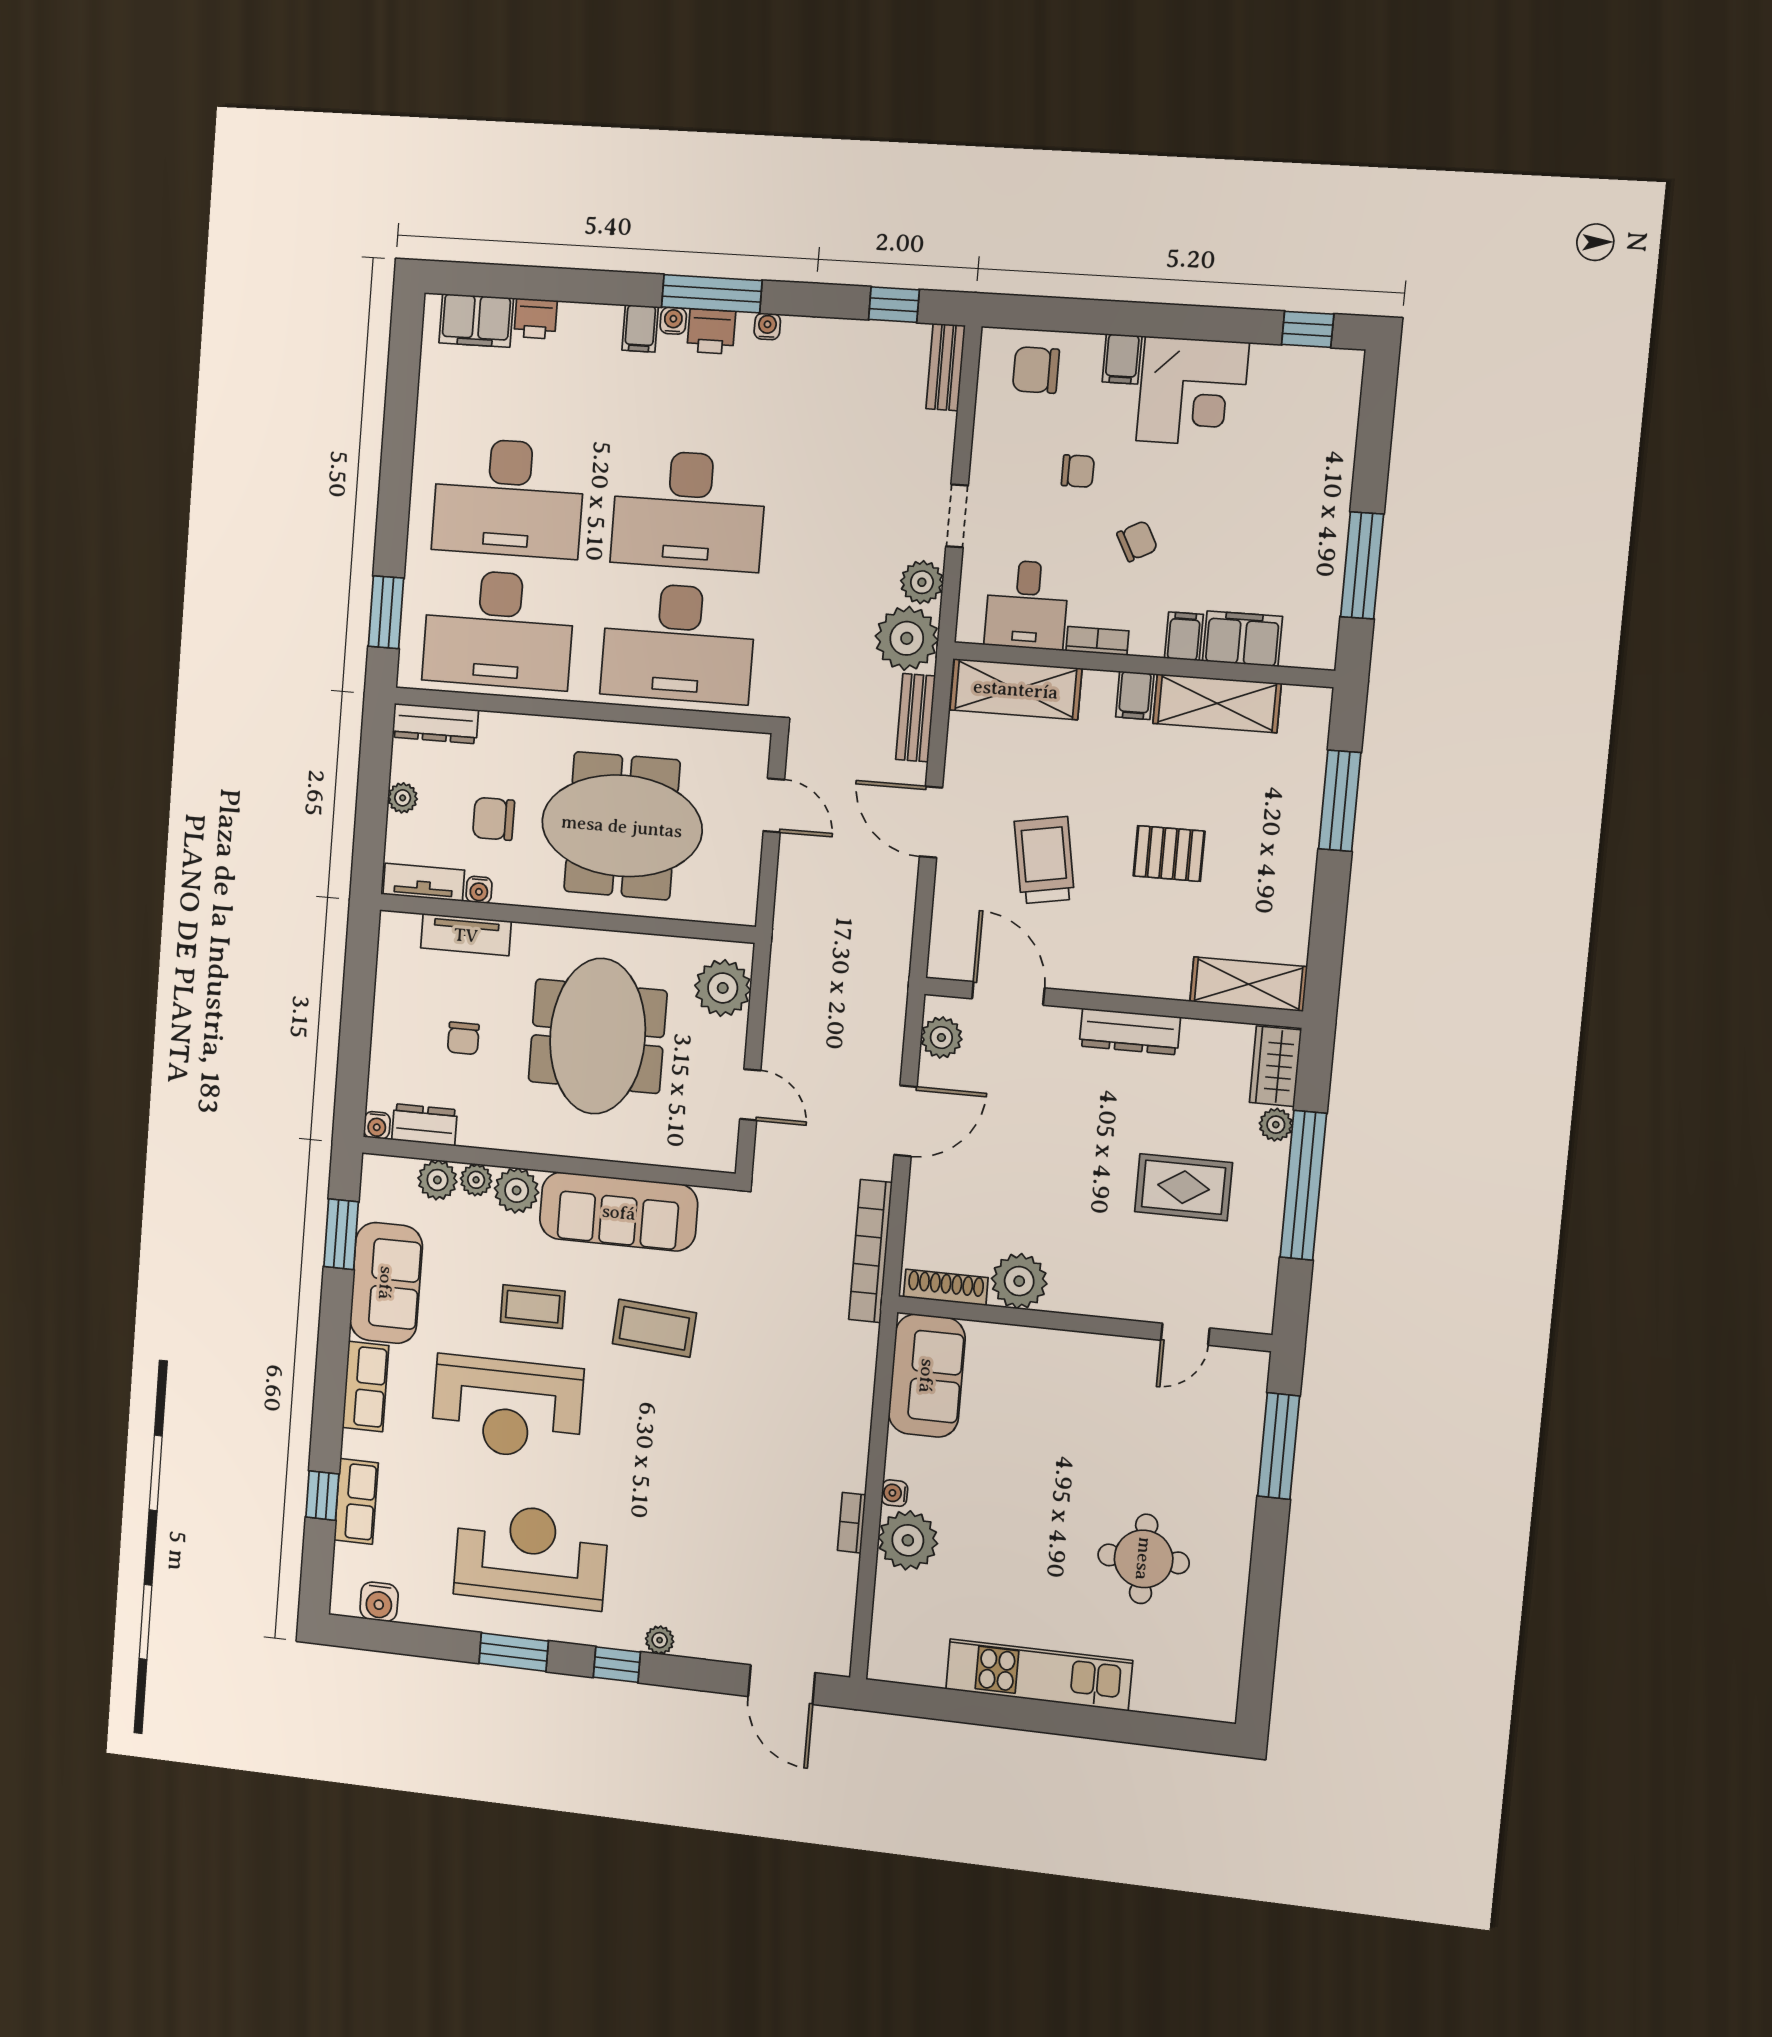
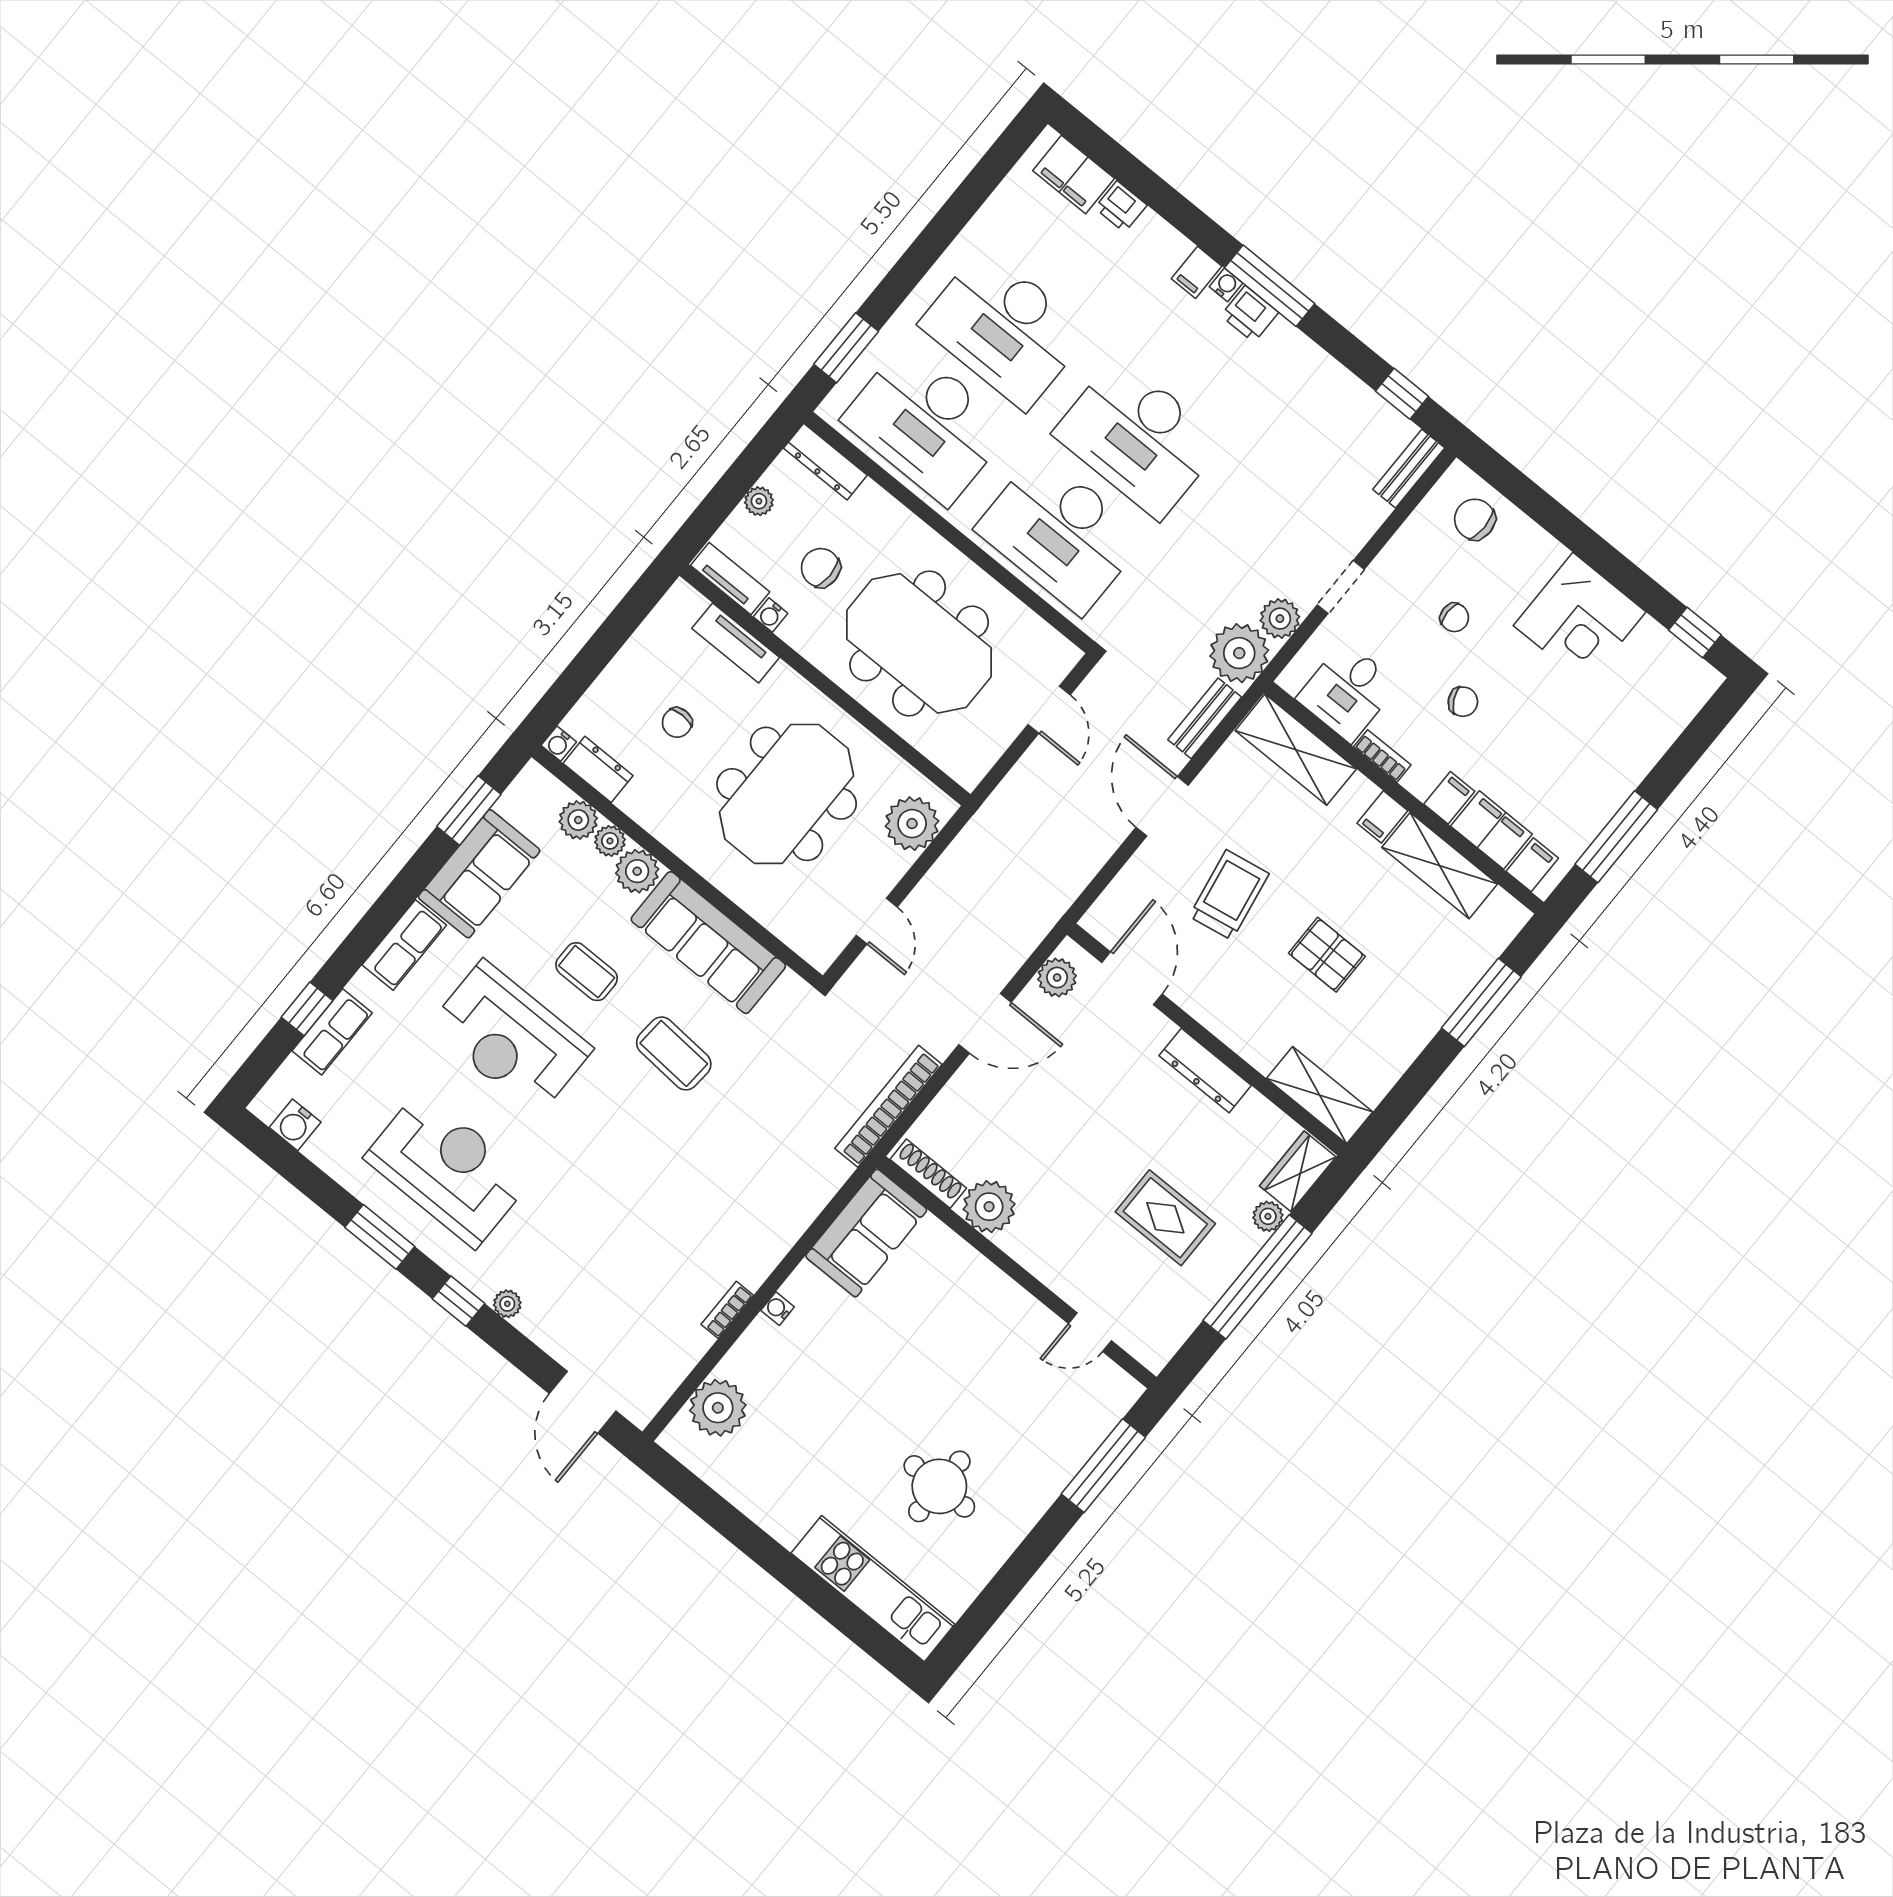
water cooler: (767, 326) -> (1295, 341), removed
filing cabinet: (1122, 359) -> (1532, 865), moved, turned 180
plant: (908, 1540) -> (718, 1408), moved
kitchen unit: (1039, 1675) -> (873, 1589), moved

